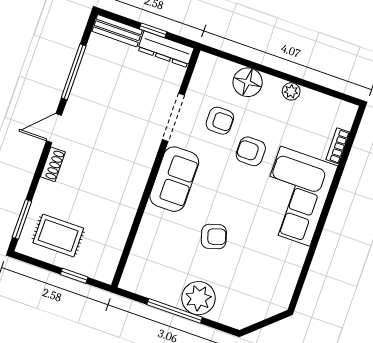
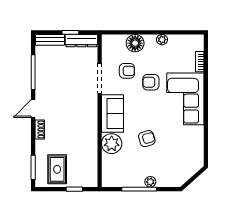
plant: (157, 225) -> (112, 144), added
rug: (58, 236) -> (57, 169), turned 90
plant: (198, 298) -> (150, 182), width x0.53, depth x0.53

